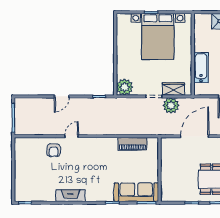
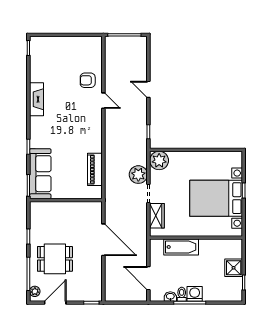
plant: (171, 105) -> (138, 175), moved

